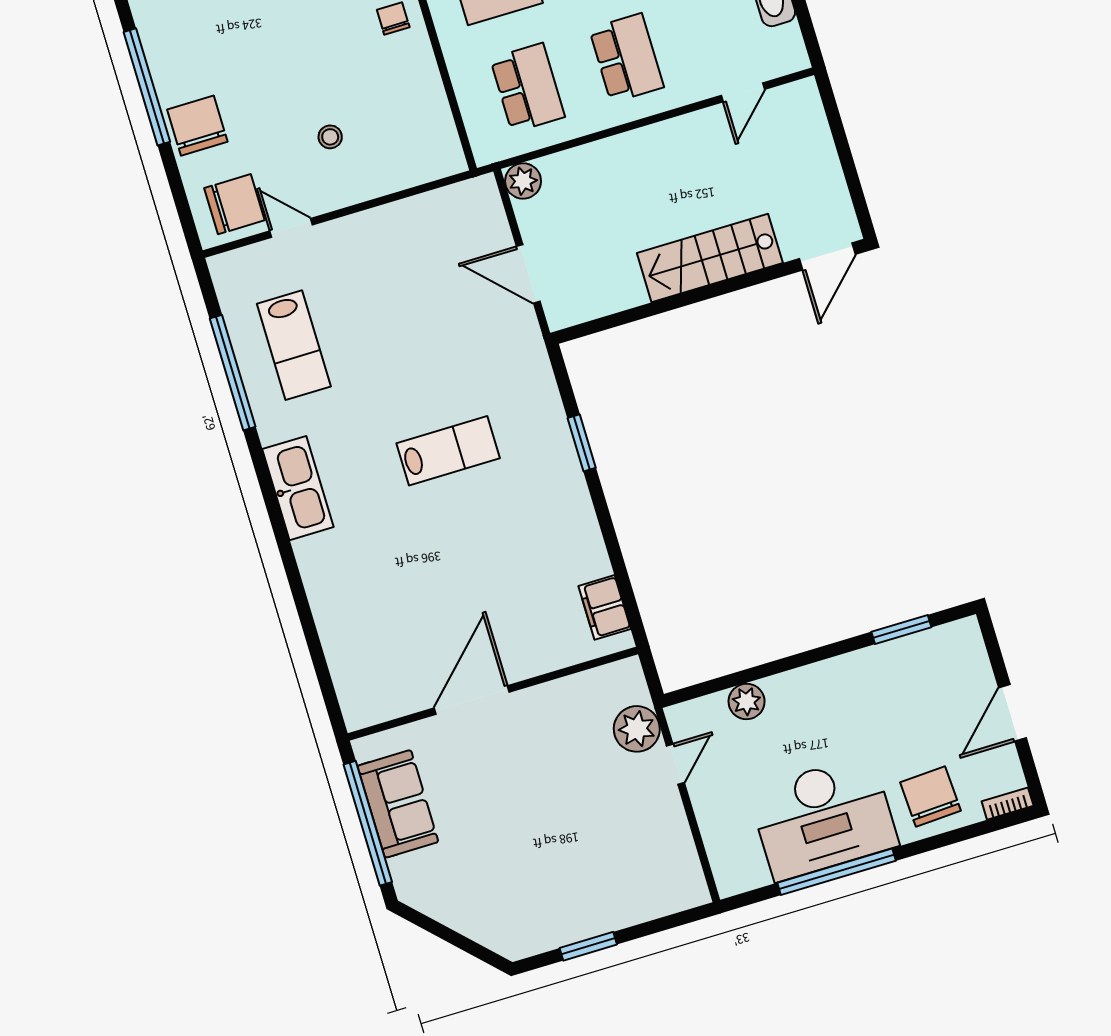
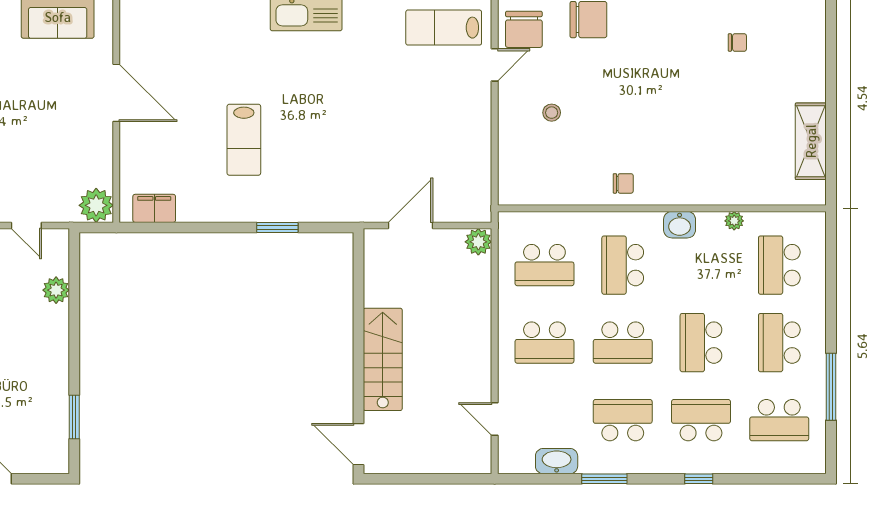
lab bench: (294, 345) -> (444, 28), moved
lab bench: (448, 451) -> (244, 140), moved
plant: (637, 729) -> (96, 205), moved

